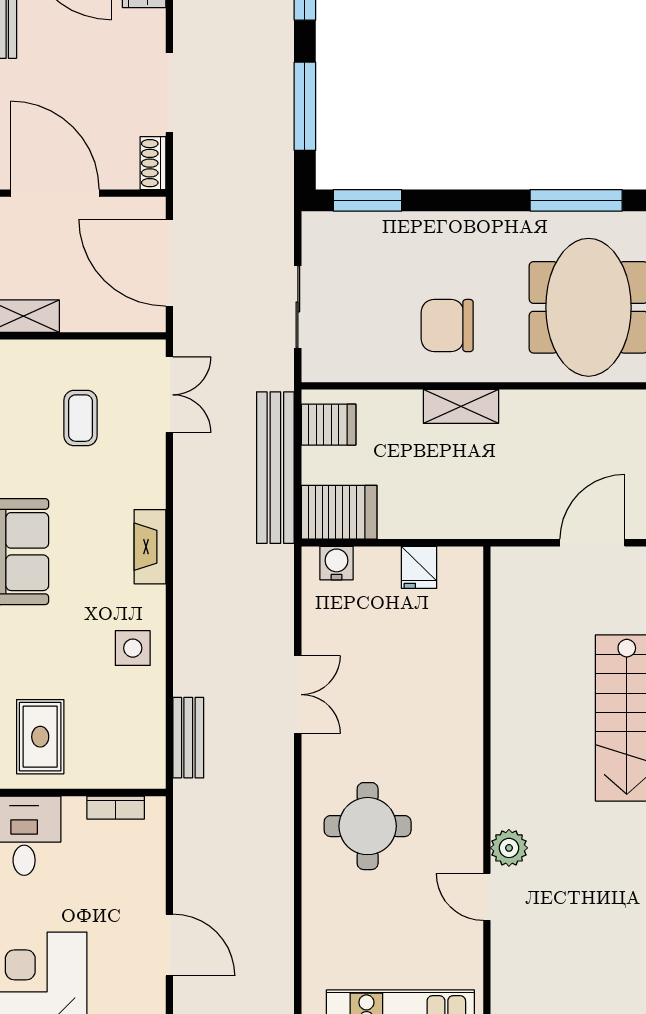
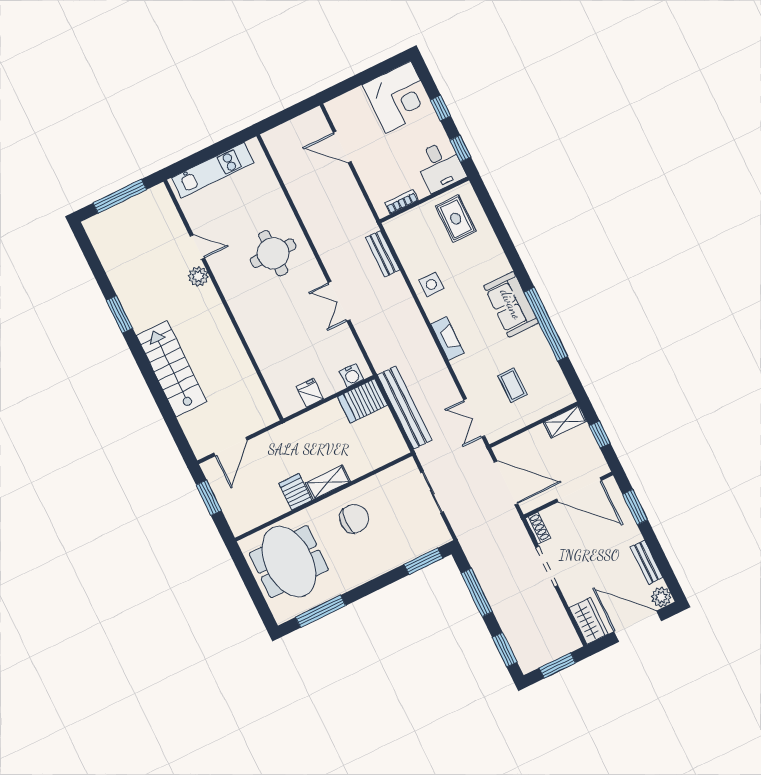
server rack: (329, 425) -> (295, 492), moved, turned 90

